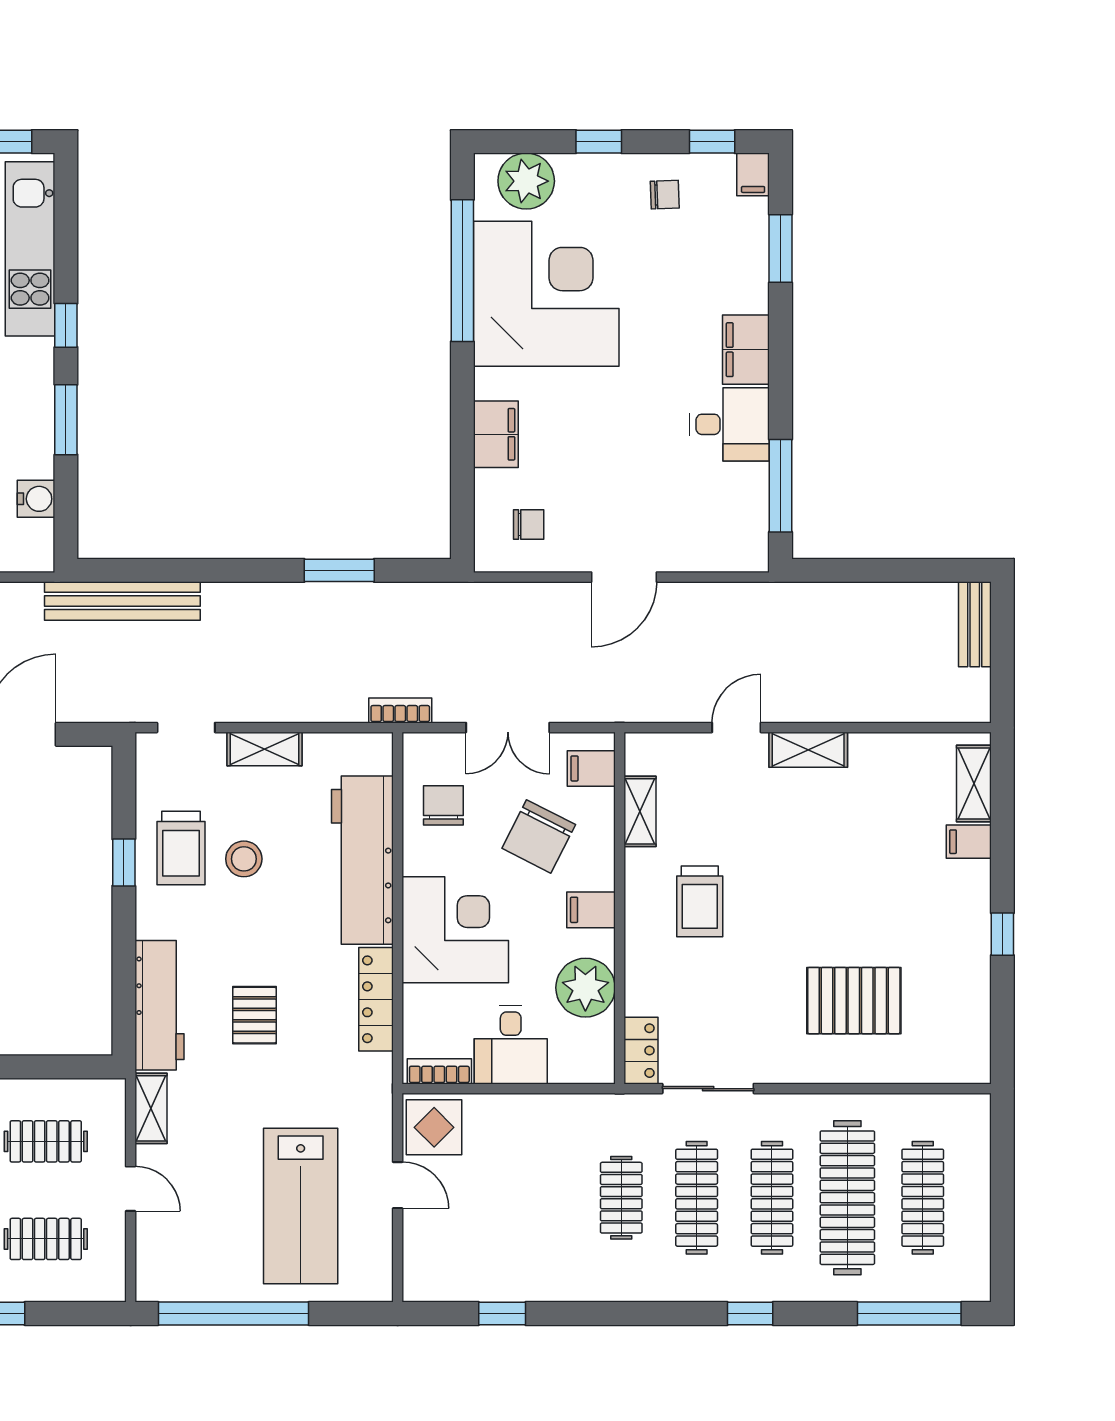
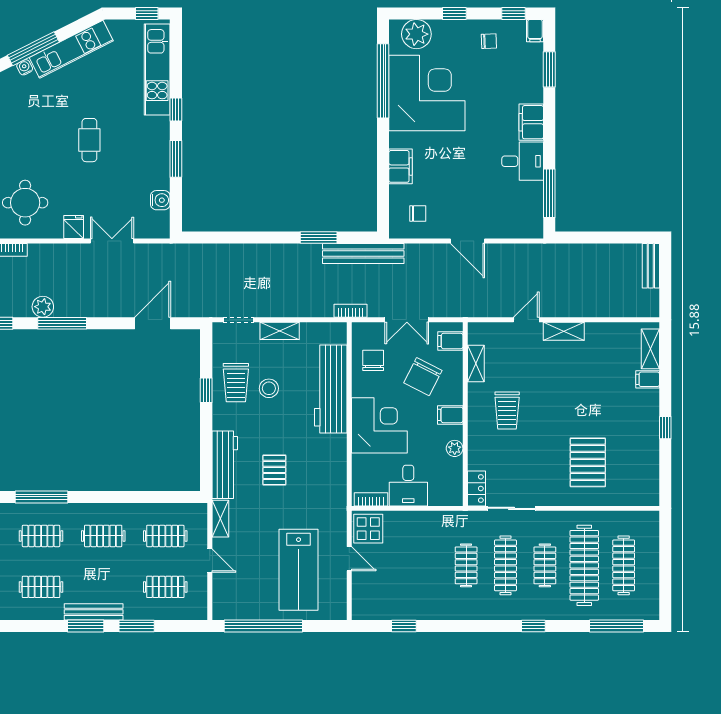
door: (624, 577) -> (468, 241), hinge flipped
bench: (122, 601) -> (363, 254), moved
plant: (585, 988) -> (455, 448), width x0.53, depth x0.53
locker: (376, 999) -> (338, 462), removed
pallet: (854, 1001) -> (588, 462), turned 90
clothes rail: (772, 1198) -> (545, 565), width x0.73

